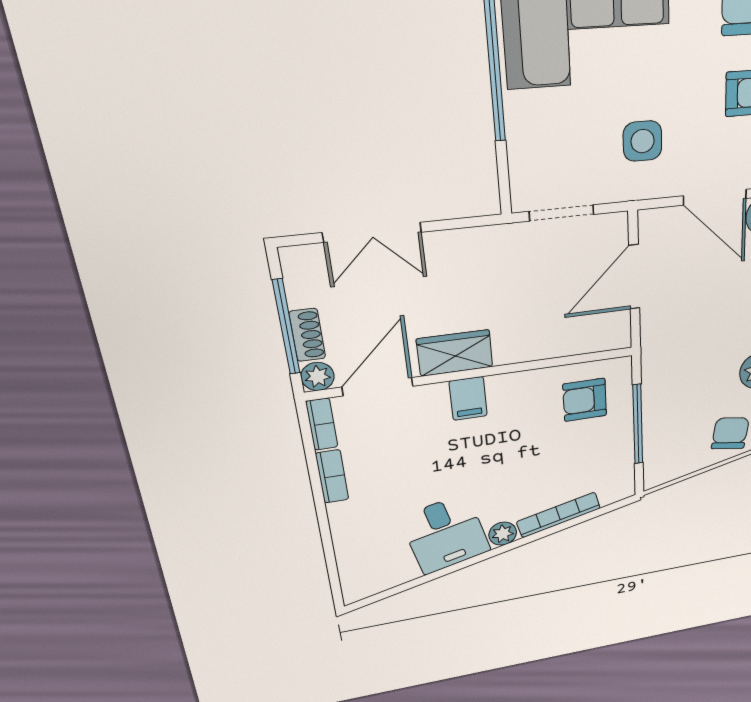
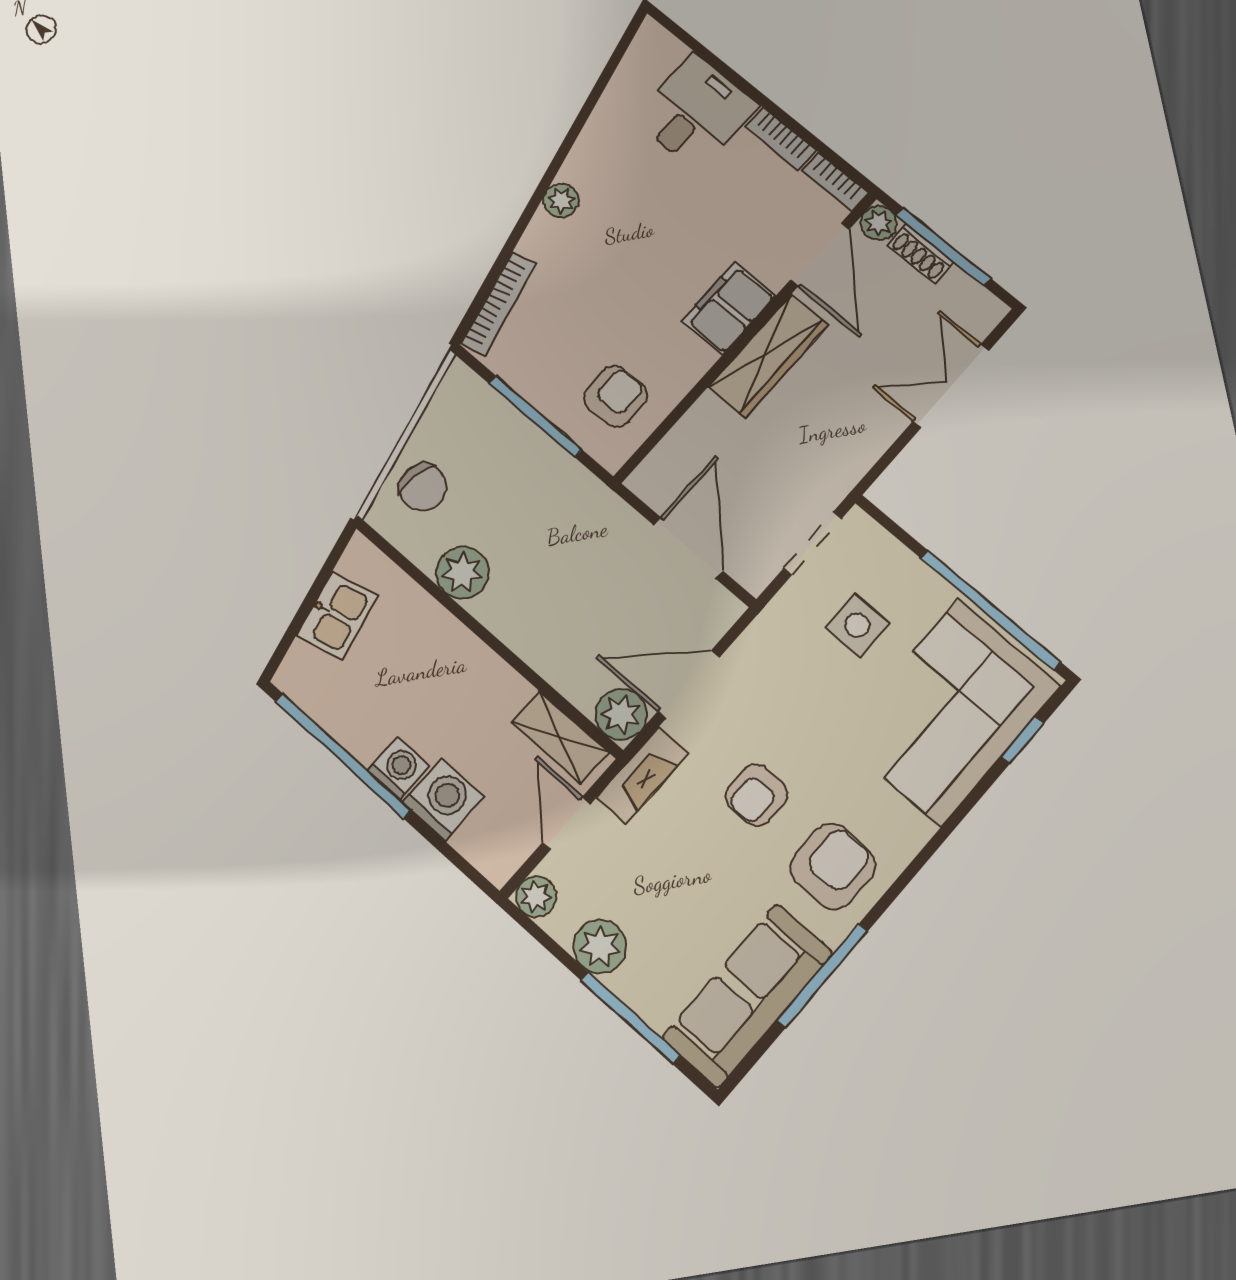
side table: (643, 141) -> (857, 625), moved
wardrobe: (455, 353) -> (768, 356), width x1.50
filing cabinet: (468, 399) -> (729, 308), width x2.00
bookcase: (559, 515) -> (499, 304), moved
desk: (445, 534) -> (695, 112), moved, turned 103

